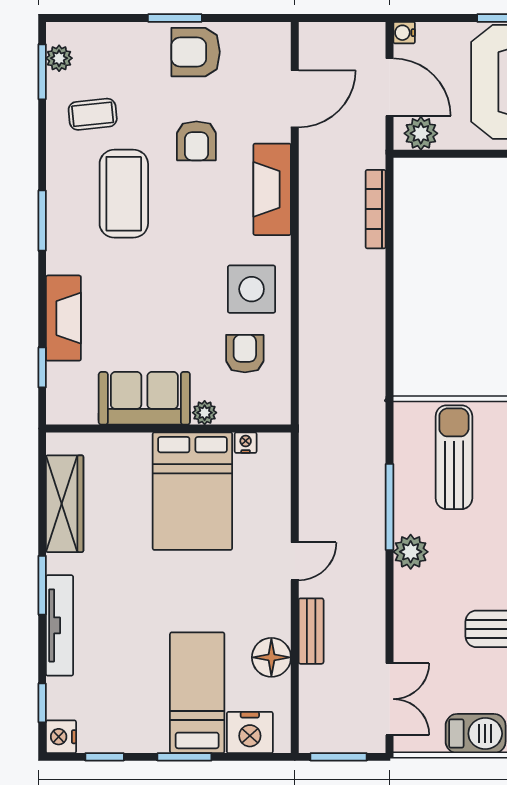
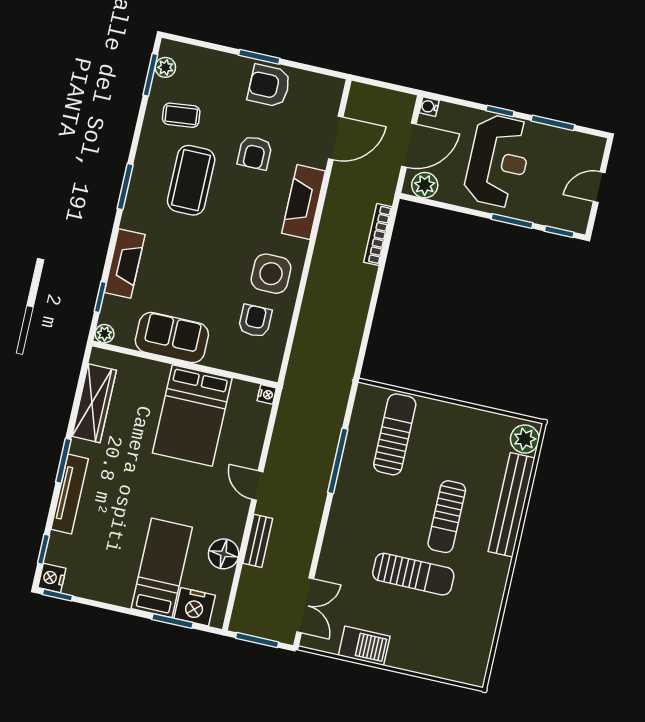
door: (389, 87) -> (409, 145), hinge flipped
plant: (205, 413) -> (104, 334), moved
nightstand: (246, 443) -> (267, 394), moved, turned 90
plant: (411, 552) -> (346, 498), removed
door: (295, 561) -> (257, 486), swing flipped
window: (105, 757) -> (58, 595), moved
window: (184, 757) -> (172, 621), moved

